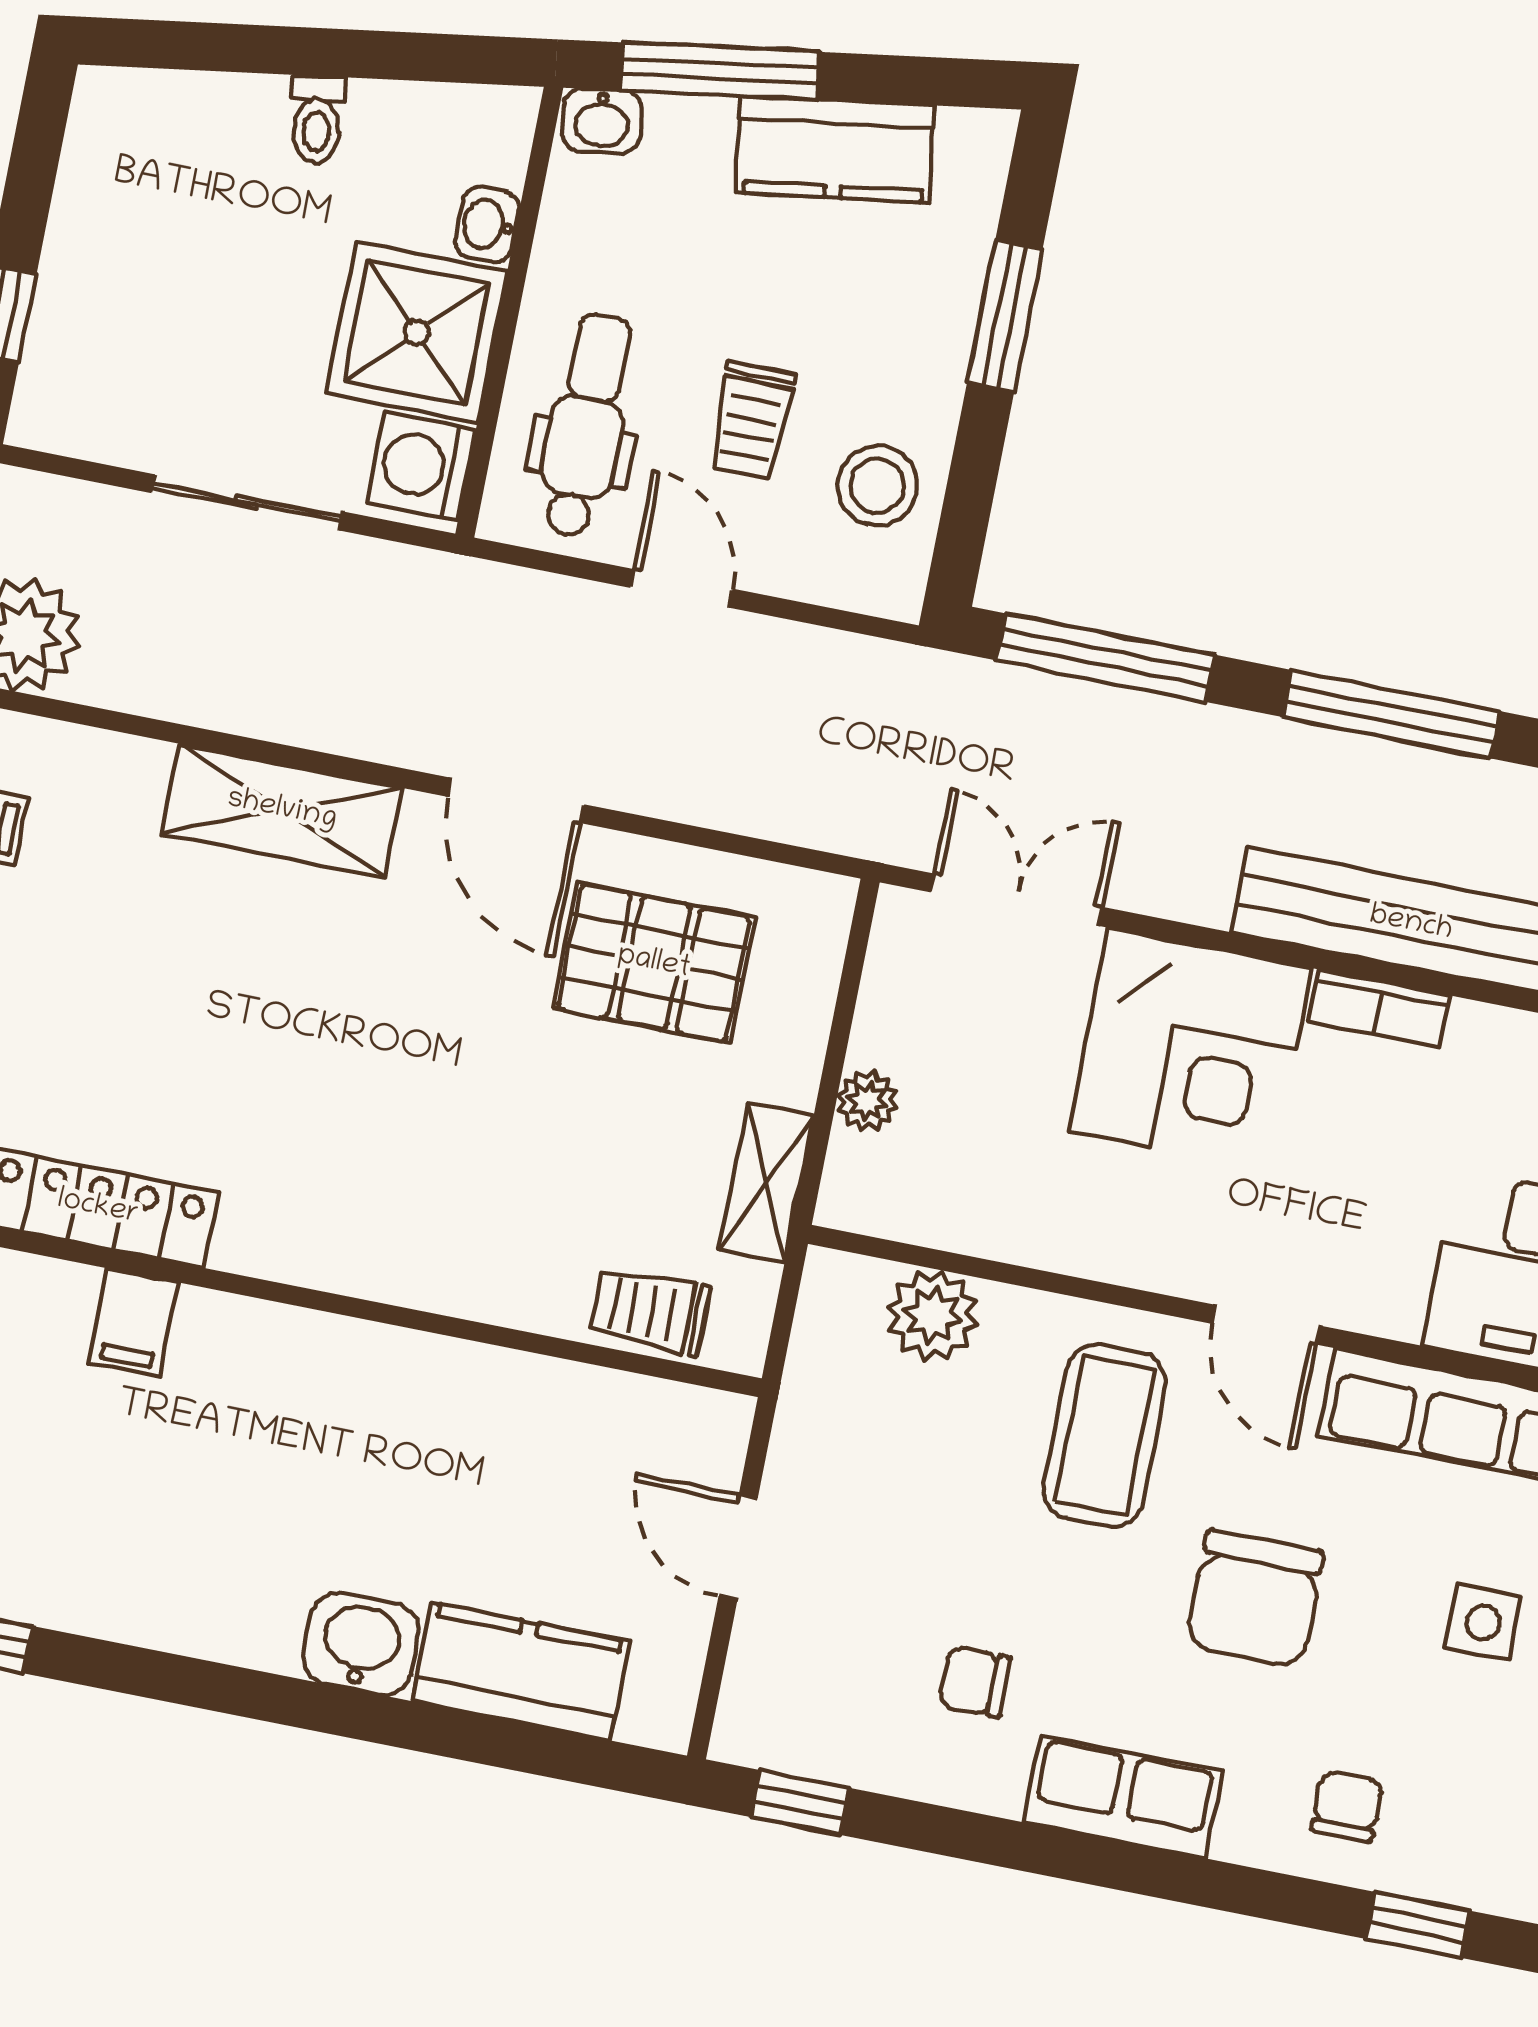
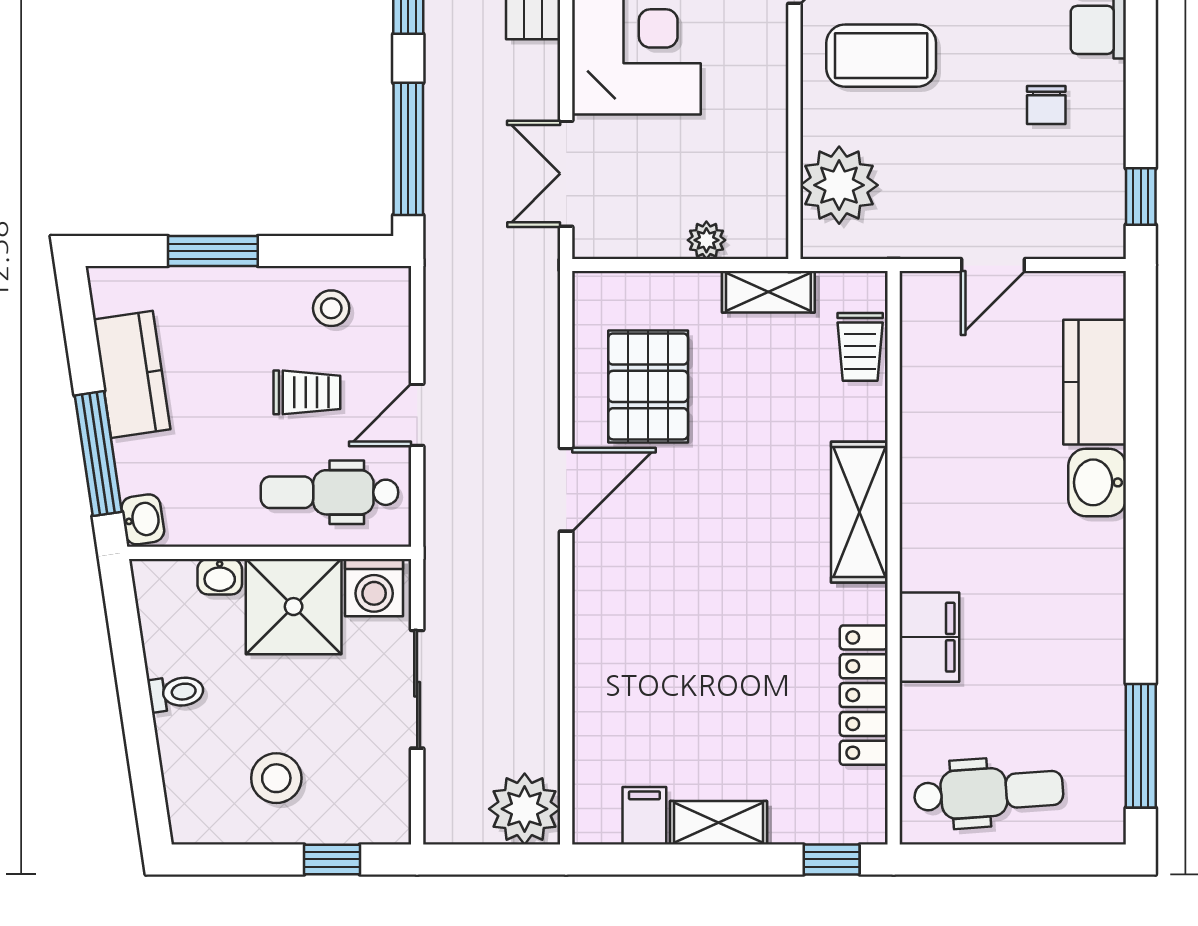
stool: (150, 251) -> (276, 778), added
stool: (877, 486) -> (331, 308), width x0.73, depth x0.73
shelving: (282, 810) -> (859, 512), moved
plant: (933, 1315) -> (839, 185), width x1.36, depth x1.36
filing cabinet: (133, 1323) -> (929, 637), width x2.00

